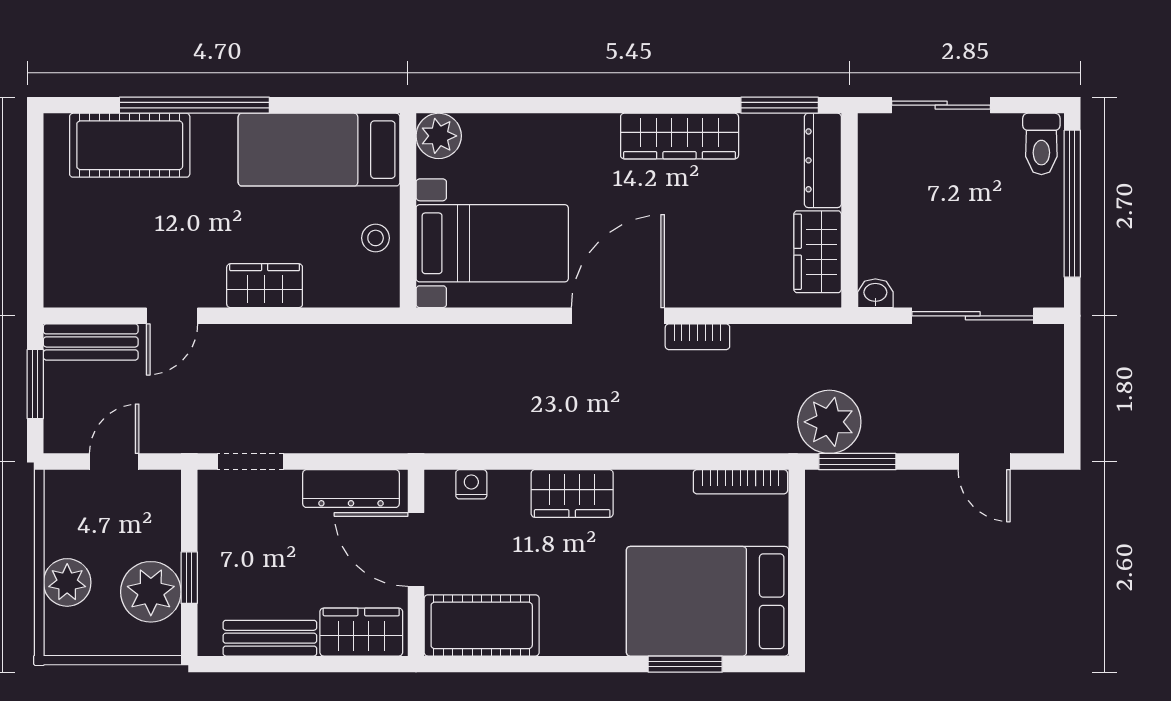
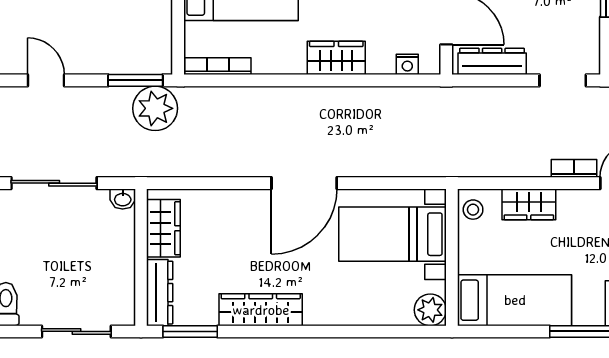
stool: (376, 238) -> (473, 210), moved
wardrobe: (265, 286) -> (529, 204), moved
bookcase: (697, 337) -> (574, 168), moved

